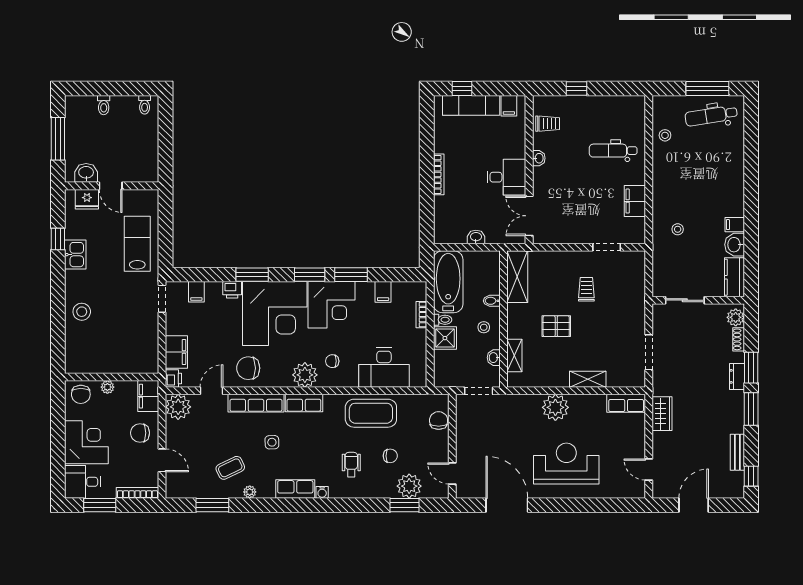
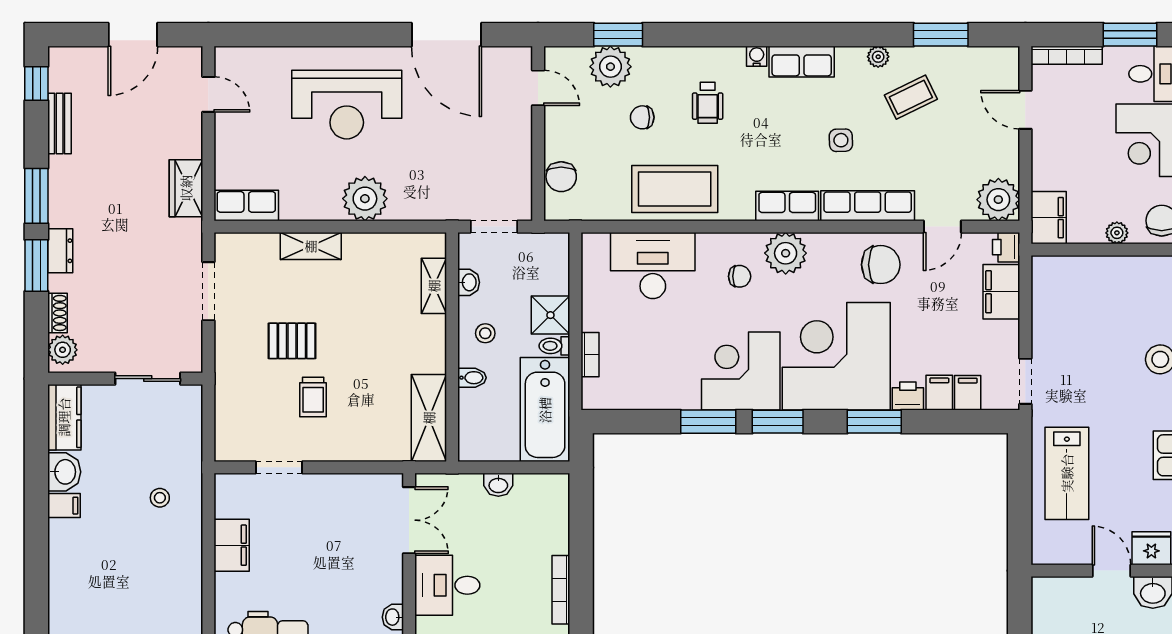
filing cabinet: (383, 292) -> (939, 393), moved
pallet: (556, 326) -> (292, 341), moved
chair: (140, 433) -> (1062, 156), removed

